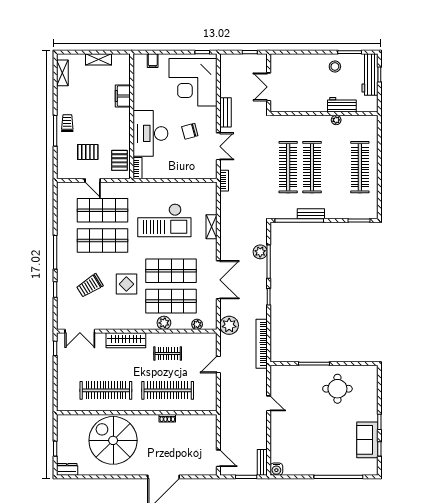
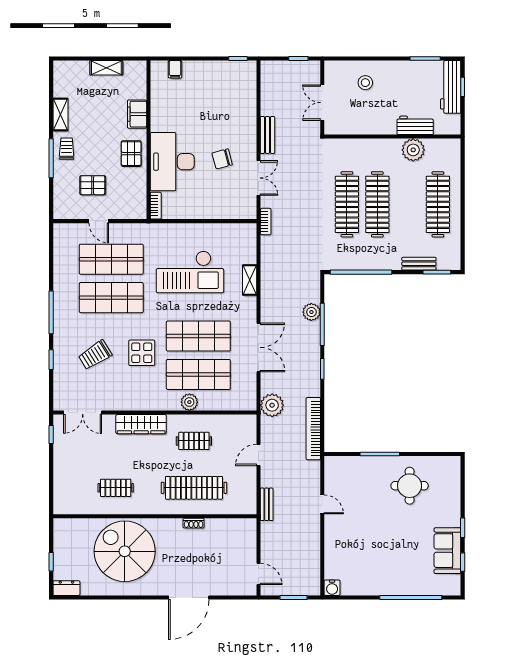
stool: (335, 66) -> (365, 83), moved
shelving: (62, 73) -> (60, 115), moved
corner desk: (193, 82) -> (226, 97), removed
plant: (336, 120) -> (413, 150), width x1.88, depth x1.88
pallet: (119, 160) -> (131, 154), moved
bench: (311, 214) -> (419, 264), moved
plant: (197, 324) -> (231, 404), removed
clothes rail: (106, 390) -> (116, 488), width x0.54, depth x0.76
bench: (262, 462) -> (267, 504), moved

